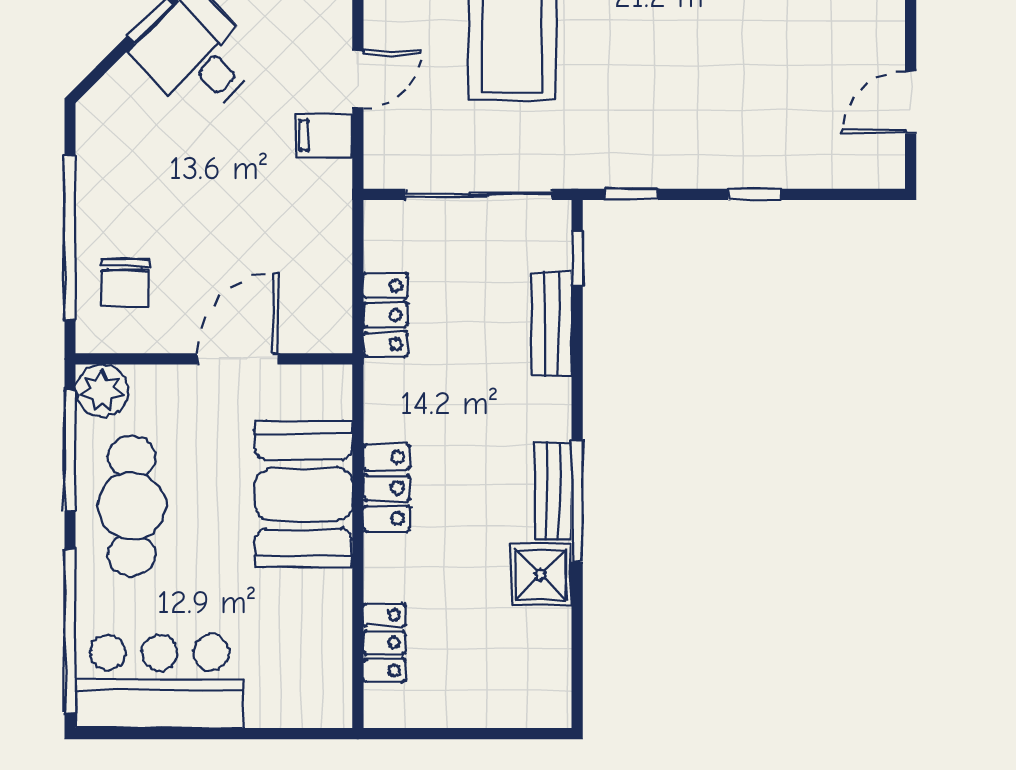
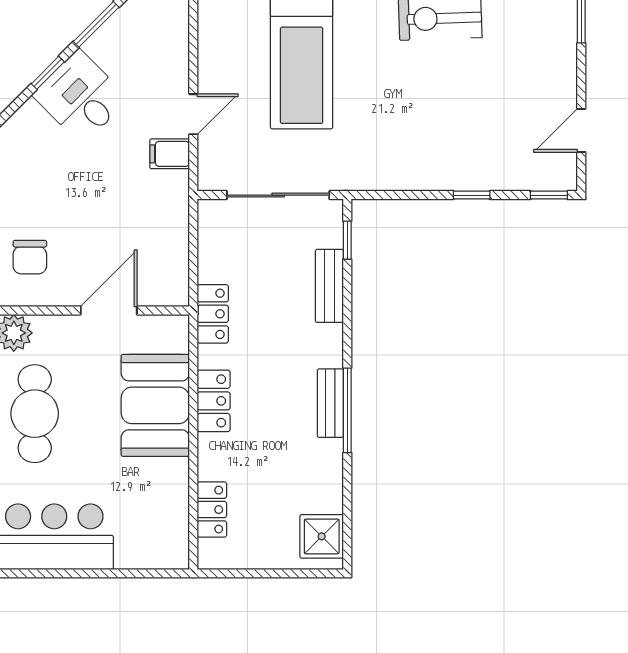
window: (631, 194) -> (549, 195), moved
locker: (386, 315) -> (213, 314), moved
shower: (541, 574) -> (322, 536), moved

